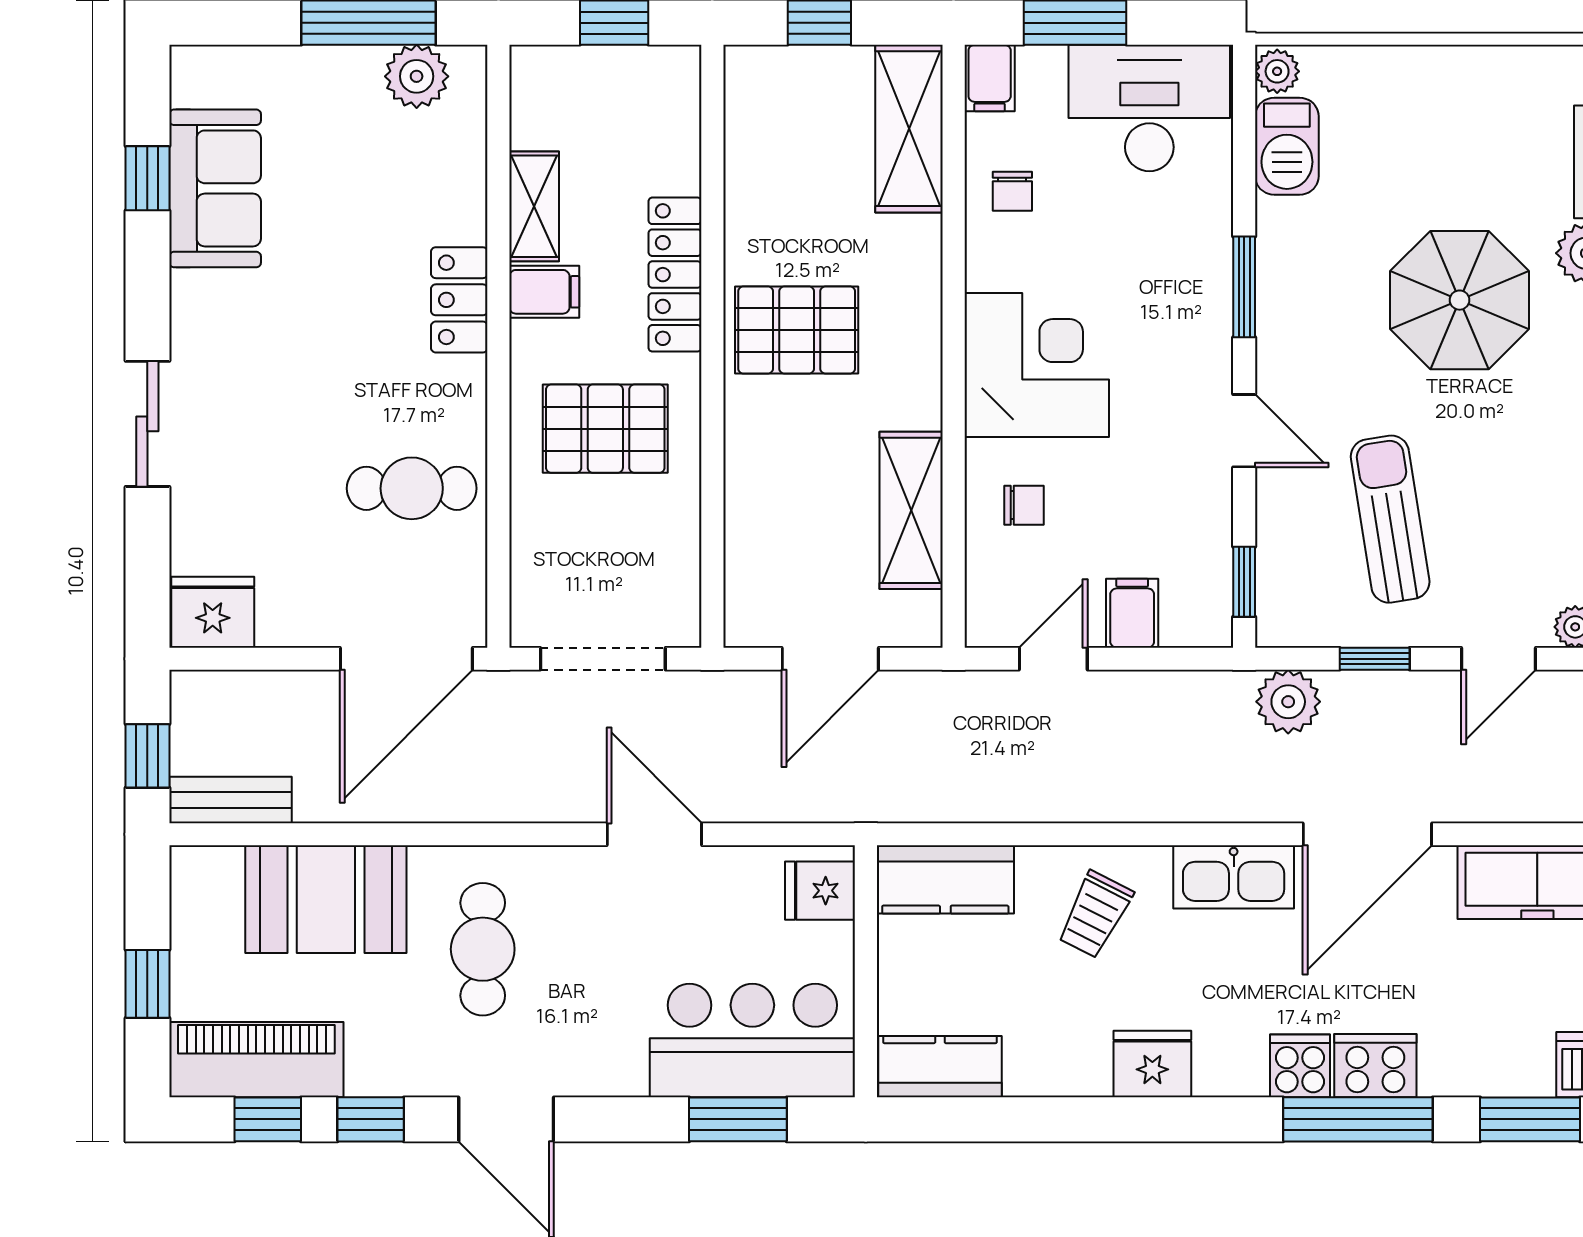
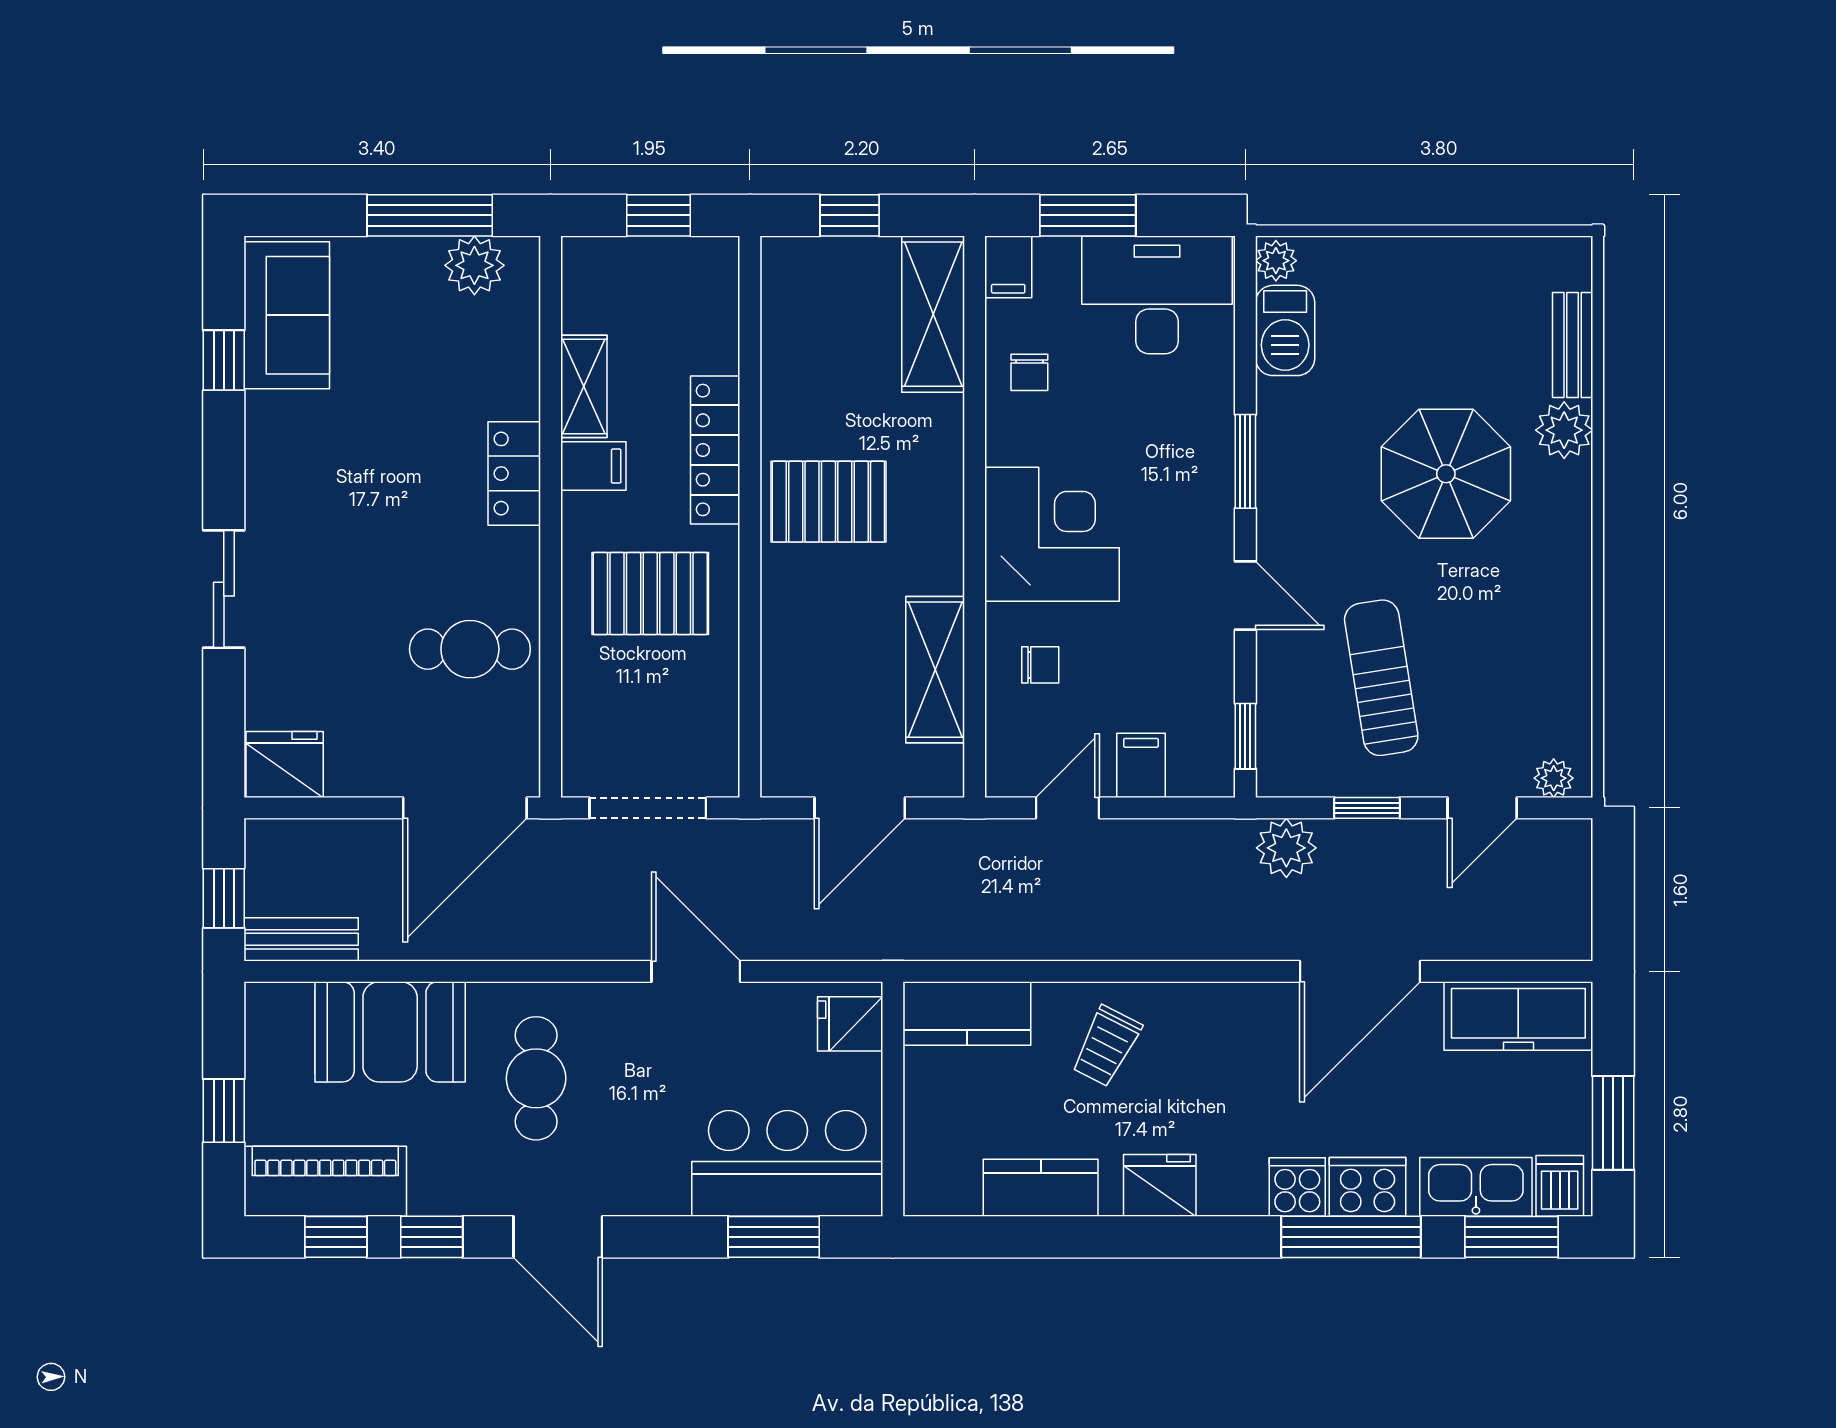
sofa: (215, 188) -> (287, 315), moved
kitchen sink: (1234, 877) -> (1476, 1187), moved, turned 180
kitchen counter: (940, 1067) -> (1041, 1188), moved

